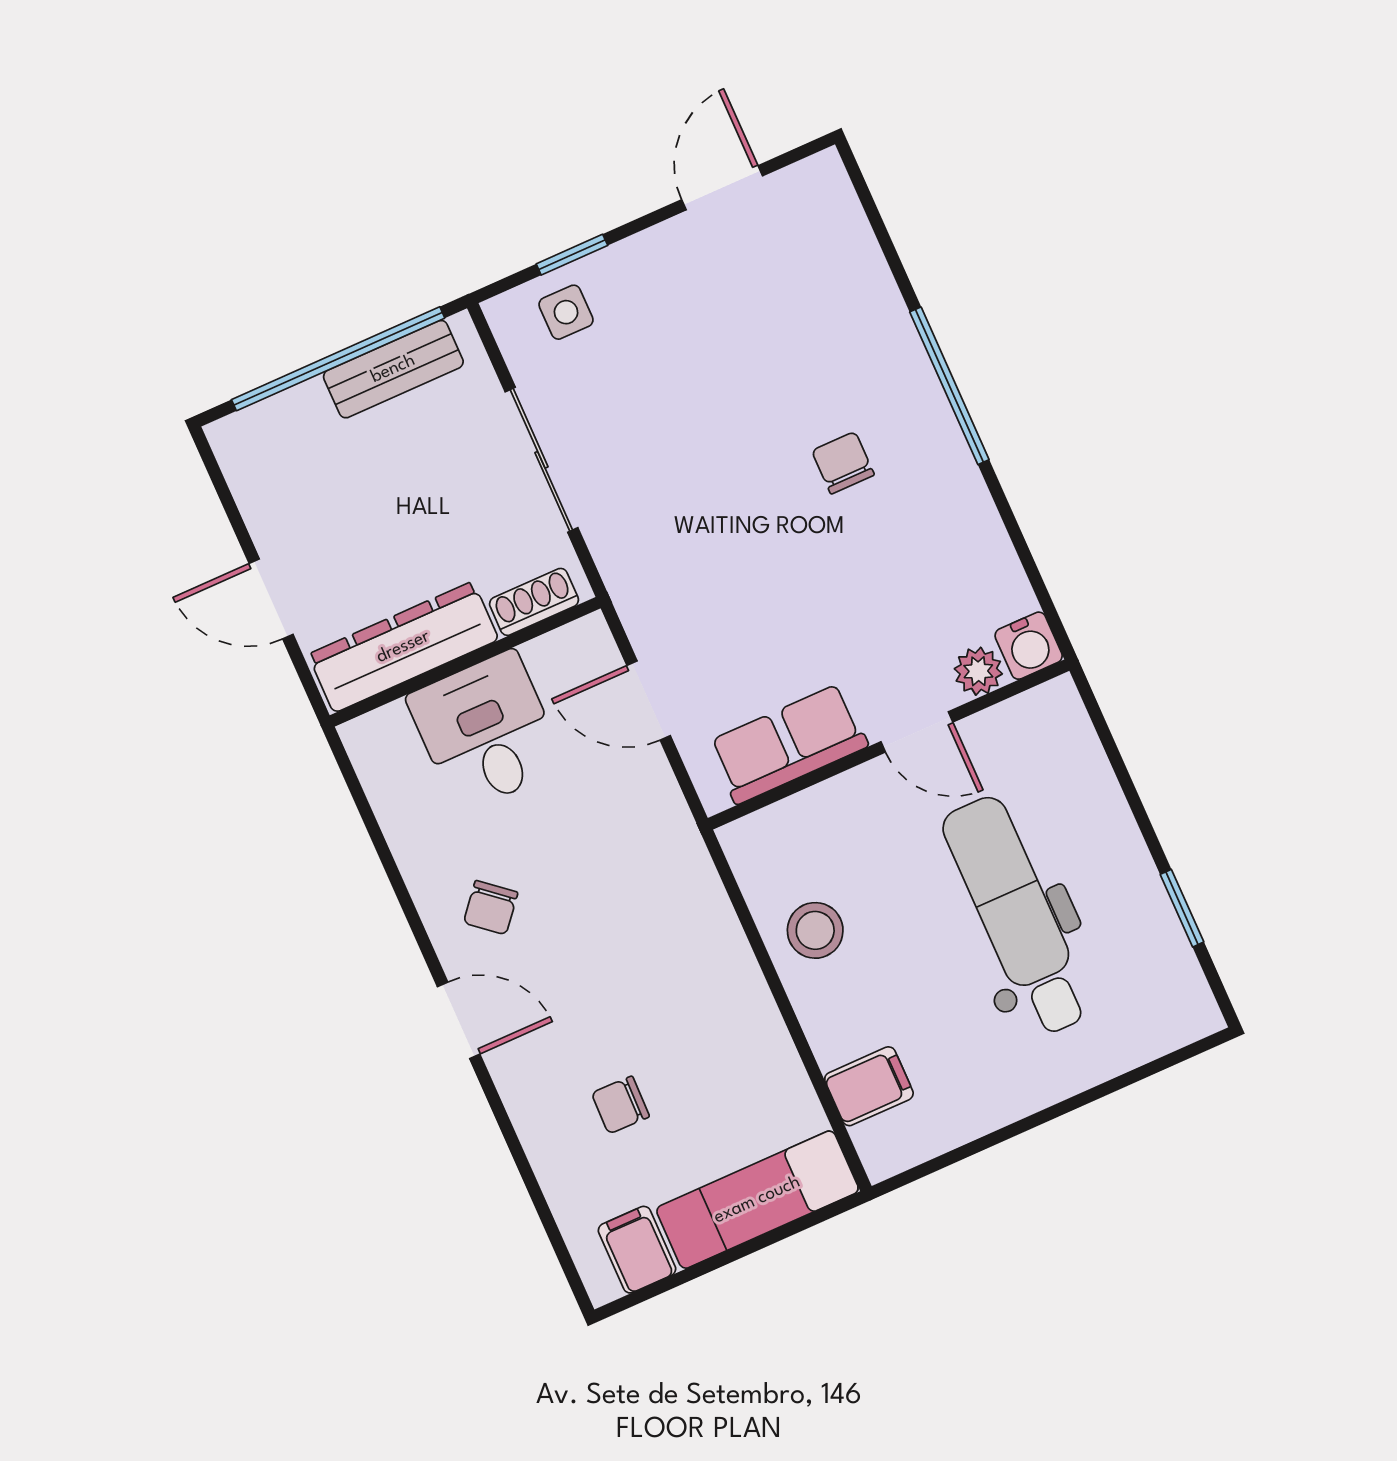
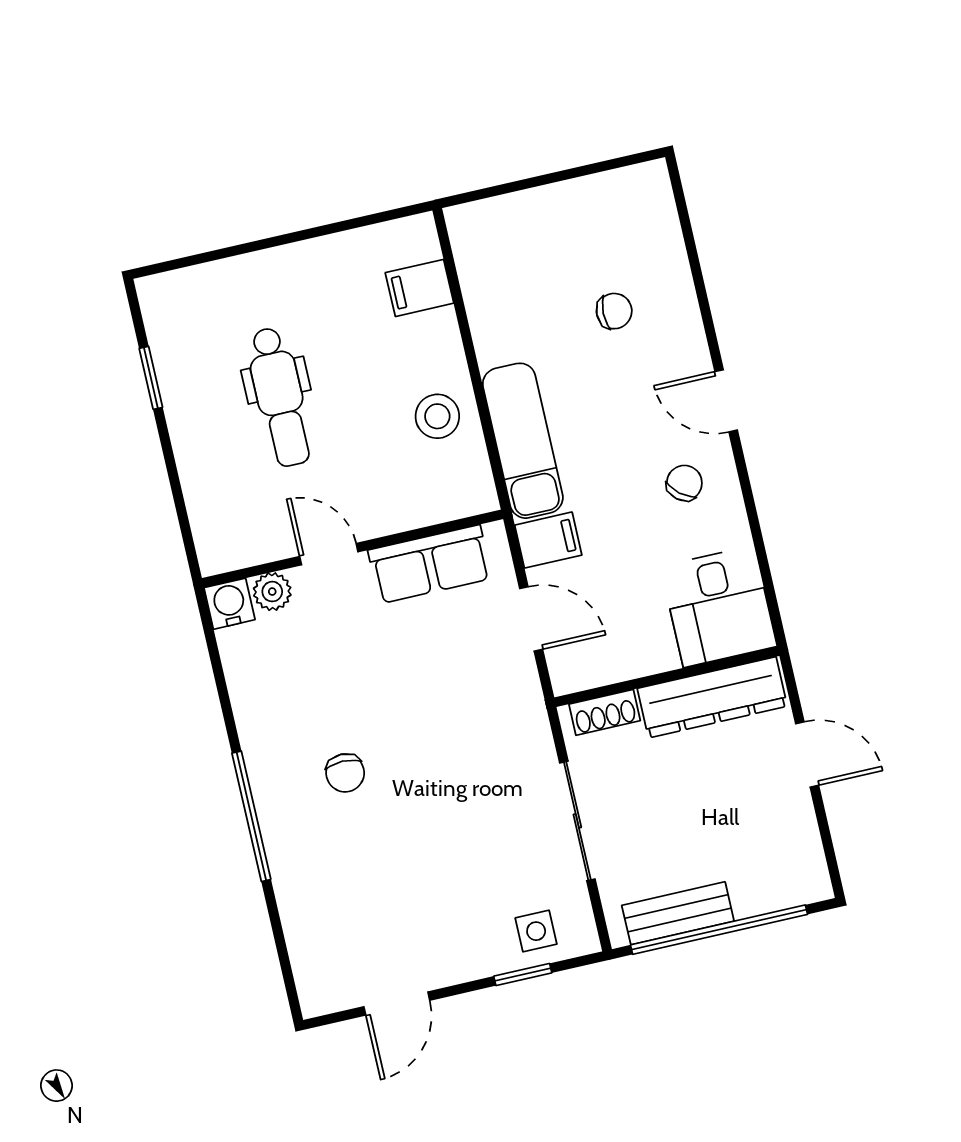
desk: (486, 731) -> (719, 606), moved
dental chair: (1017, 916) -> (280, 397), width x0.73, depth x0.72
exam couch: (757, 1200) -> (523, 441), moved, turned -90
filing cabinet: (637, 1250) -> (548, 540), moved, turned -90

